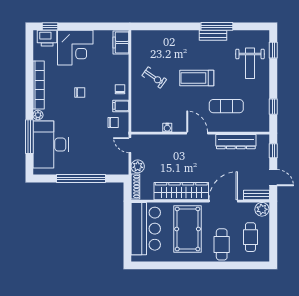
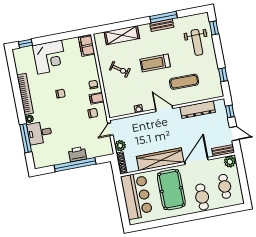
printer: (47, 38) -> (77, 154), moved, turned 180
shelving: (164, 38) -> (122, 35), added
desk: (51, 145) -> (40, 133), width x0.53, depth x0.77
door: (130, 145) -> (110, 129), hinge flipped

